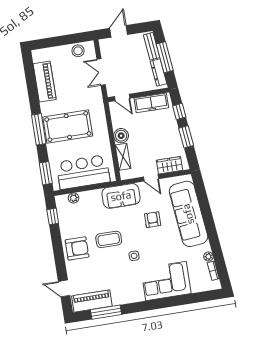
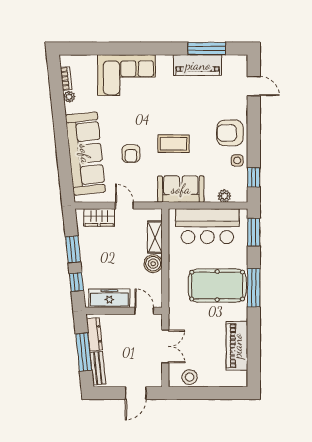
sofa: (121, 196) -> (181, 189), moved
coffee table: (109, 239) -> (173, 144), moved
side table: (134, 256) -> (237, 160), moved
piano: (92, 301) -> (198, 65), moved

